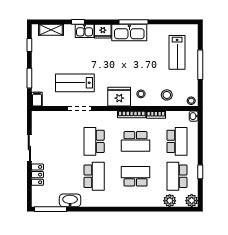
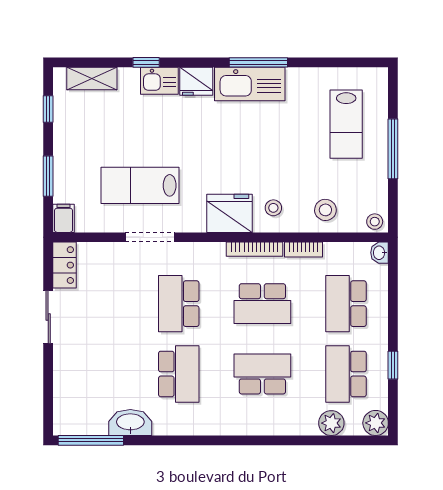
school desk: (177, 141) -> (346, 304), turned 180
locker: (37, 175) -> (65, 265), moved

